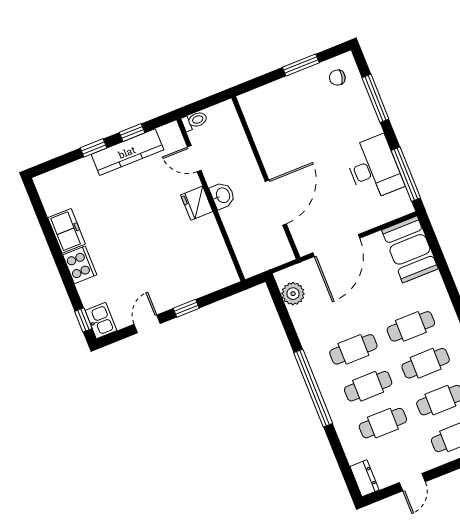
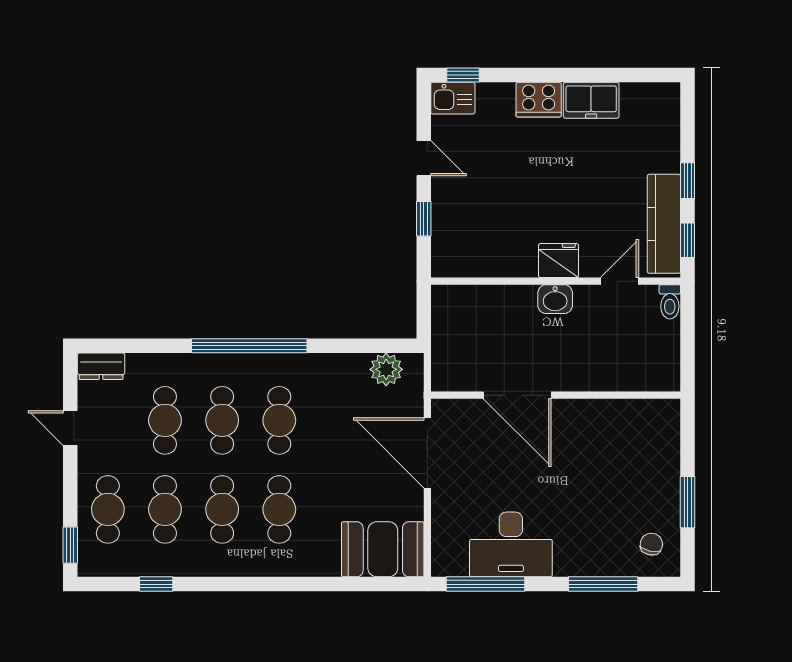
toilet: (195, 121) -> (670, 302), moved
door: (194, 159) -> (620, 281), moved
washbasin: (222, 195) -> (555, 299), moved
wall: (211, 200) -> (556, 281), moved
fridge: (197, 203) -> (558, 261), moved

